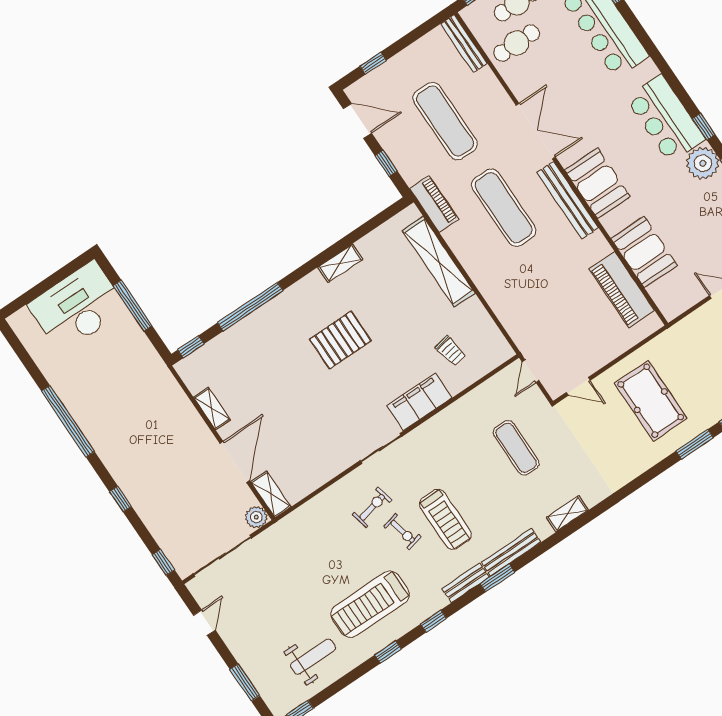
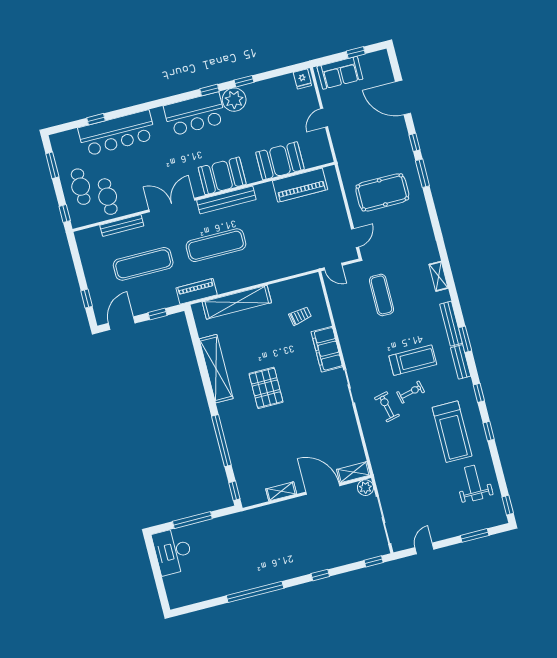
bench: (464, 44) -> (122, 226), moved
shelving: (340, 263) -> (216, 369), width x2.20, depth x1.33
desk: (77, 307) -> (173, 551), width x0.73, depth x0.77
exercise mat: (516, 448) -> (382, 295), turned 90
door: (204, 623) -> (424, 548), hinge flipped

